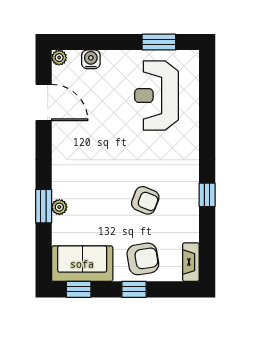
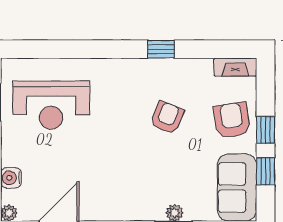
window: (79, 289) -> (266, 171), moved

